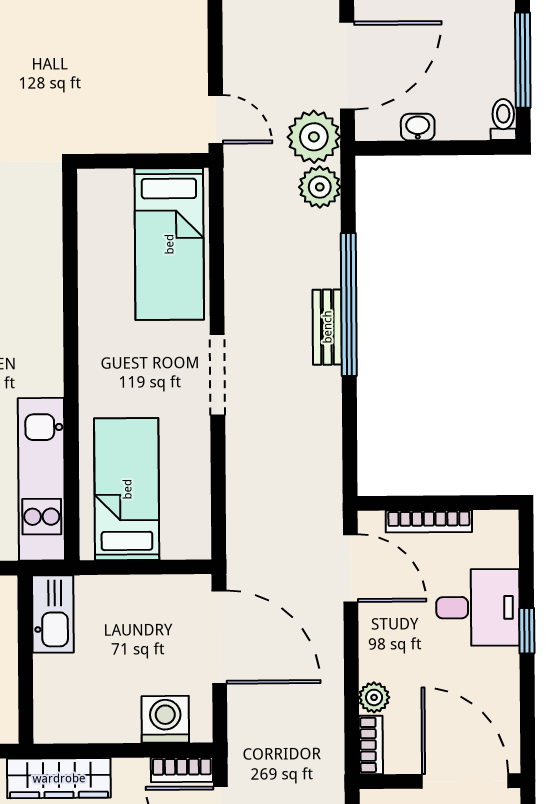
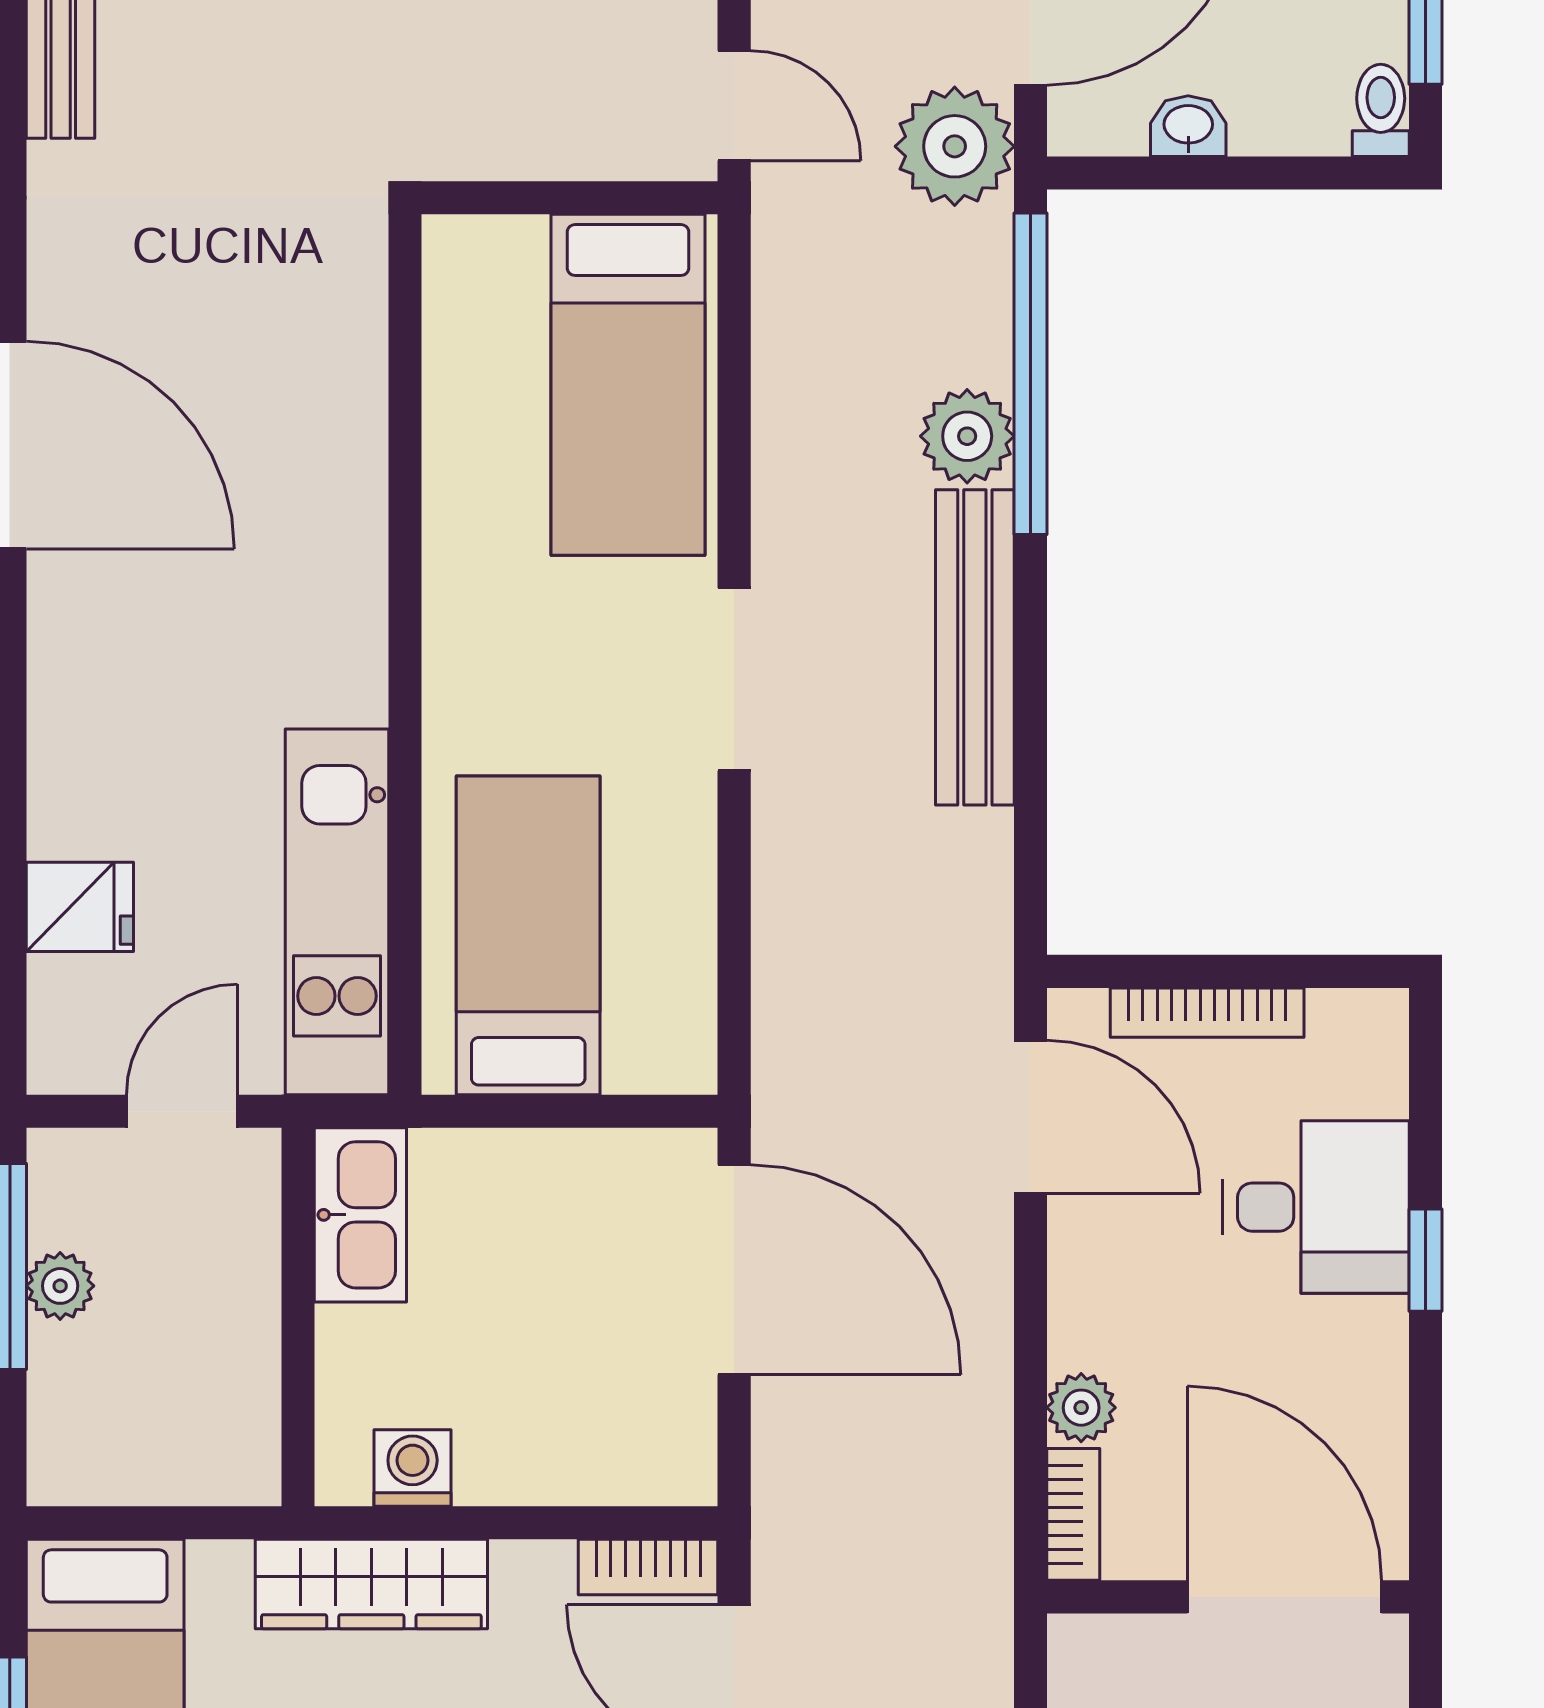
plant: (320, 187) -> (967, 436), moved
window: (349, 305) -> (1030, 374), moved
bench: (327, 327) -> (975, 647), width x1.86, depth x1.21
washing machine: (165, 719) -> (413, 1468), moved, width x0.73, depth x0.73

